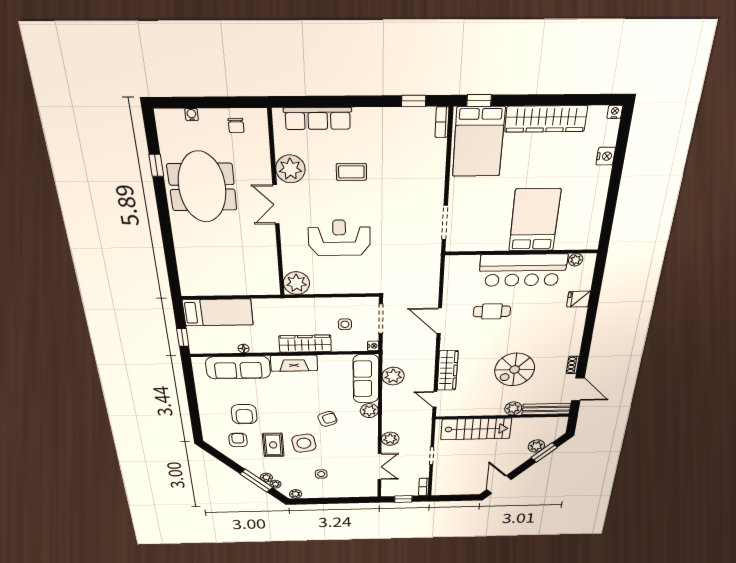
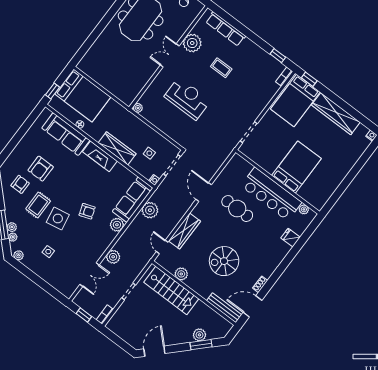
nightstand: (606, 156) -> (354, 157), removed
plant: (296, 283) -> (138, 108), width x0.53, depth x0.53
cafe table: (492, 311) -> (237, 209), width x1.37, depth x1.35
bed: (218, 312) -> (83, 96), width x1.50
door: (578, 389) -> (252, 306), swing flipped
plant: (513, 408) -> (181, 274), moved

